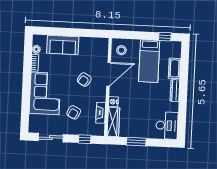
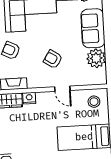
plant: (87, 45) -> (96, 58), added
door: (109, 74) -> (62, 89), width x0.53

